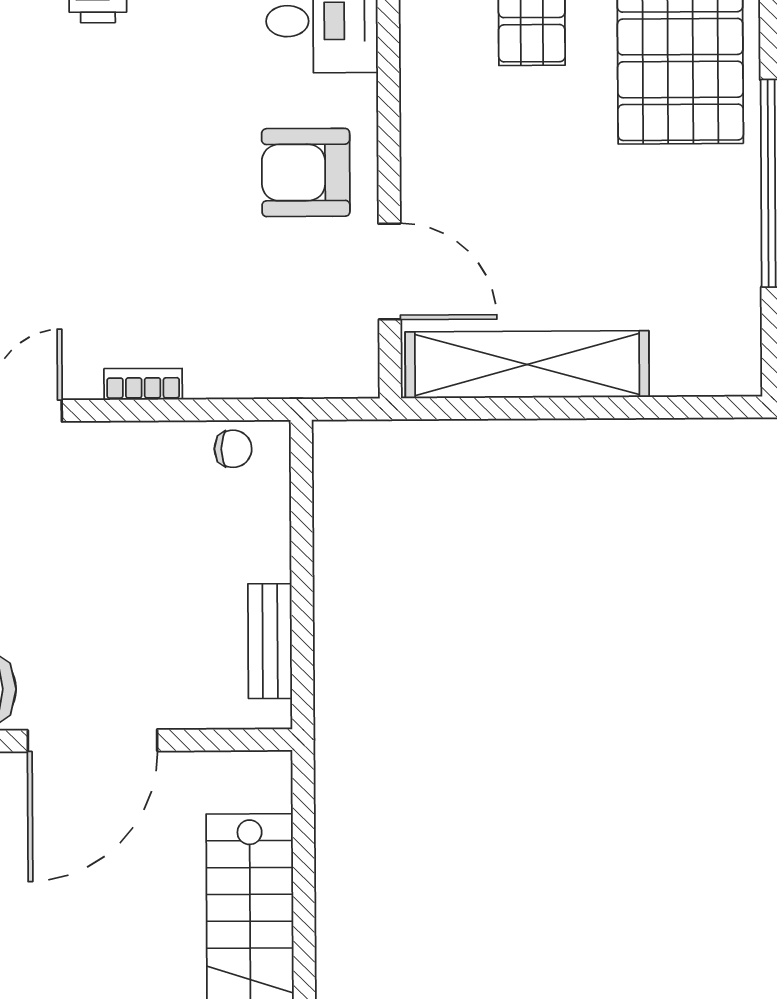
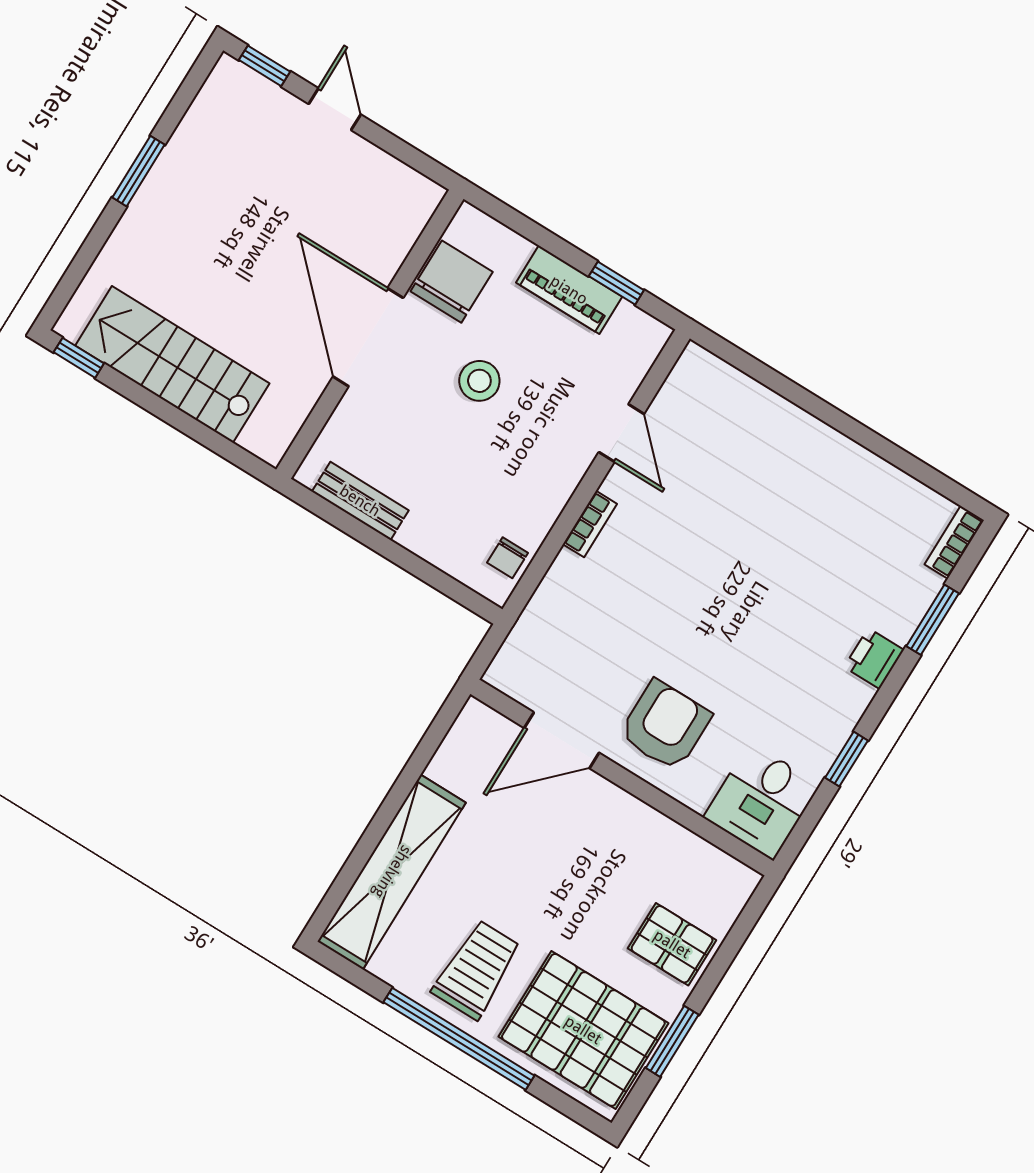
trolley: (687, 210) -> (477, 970), added
shelving: (527, 365) -> (392, 872), moved
stool: (65, 595) -> (479, 381), added

